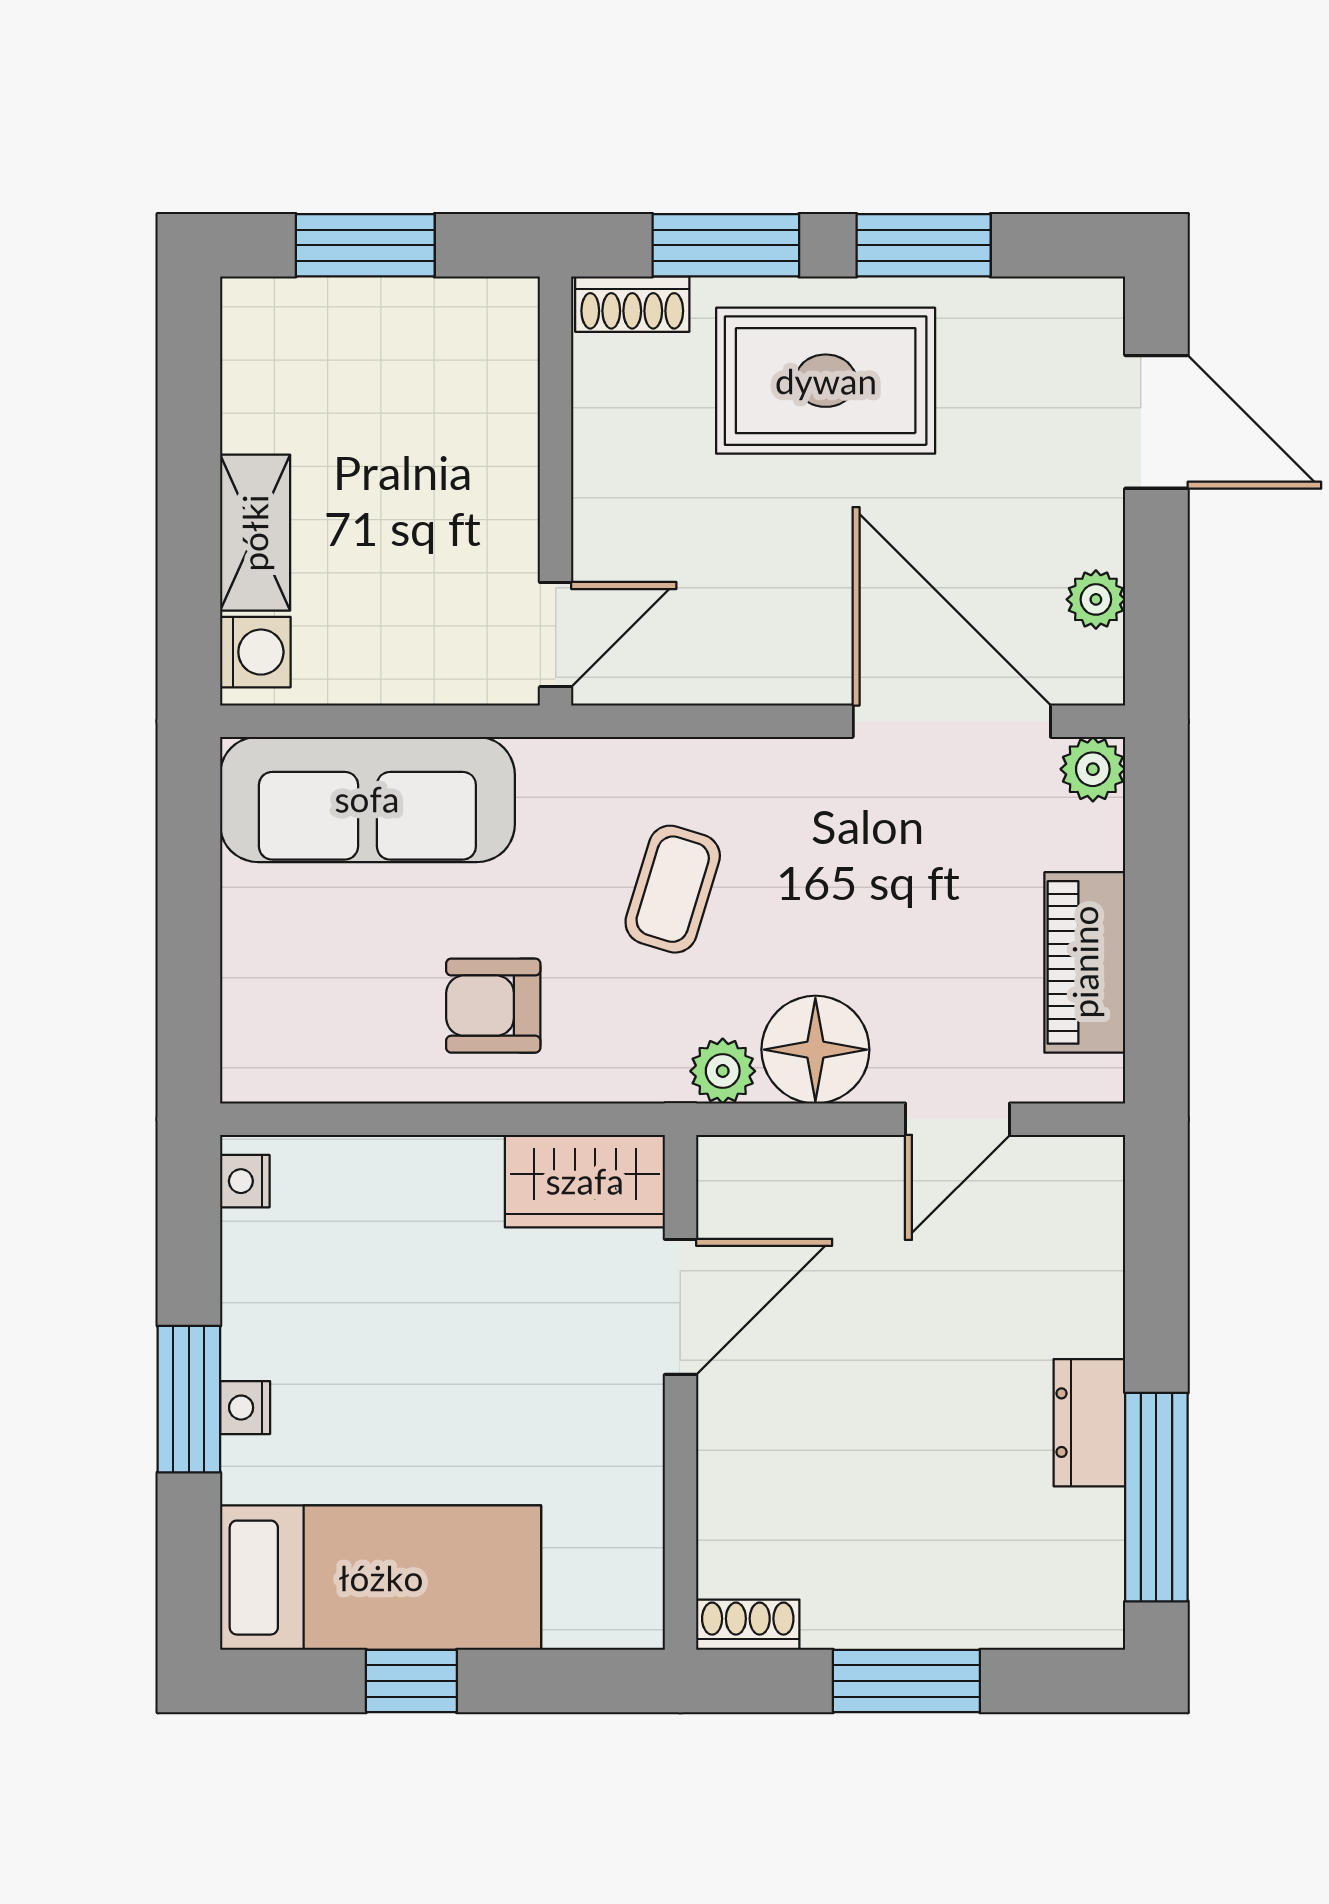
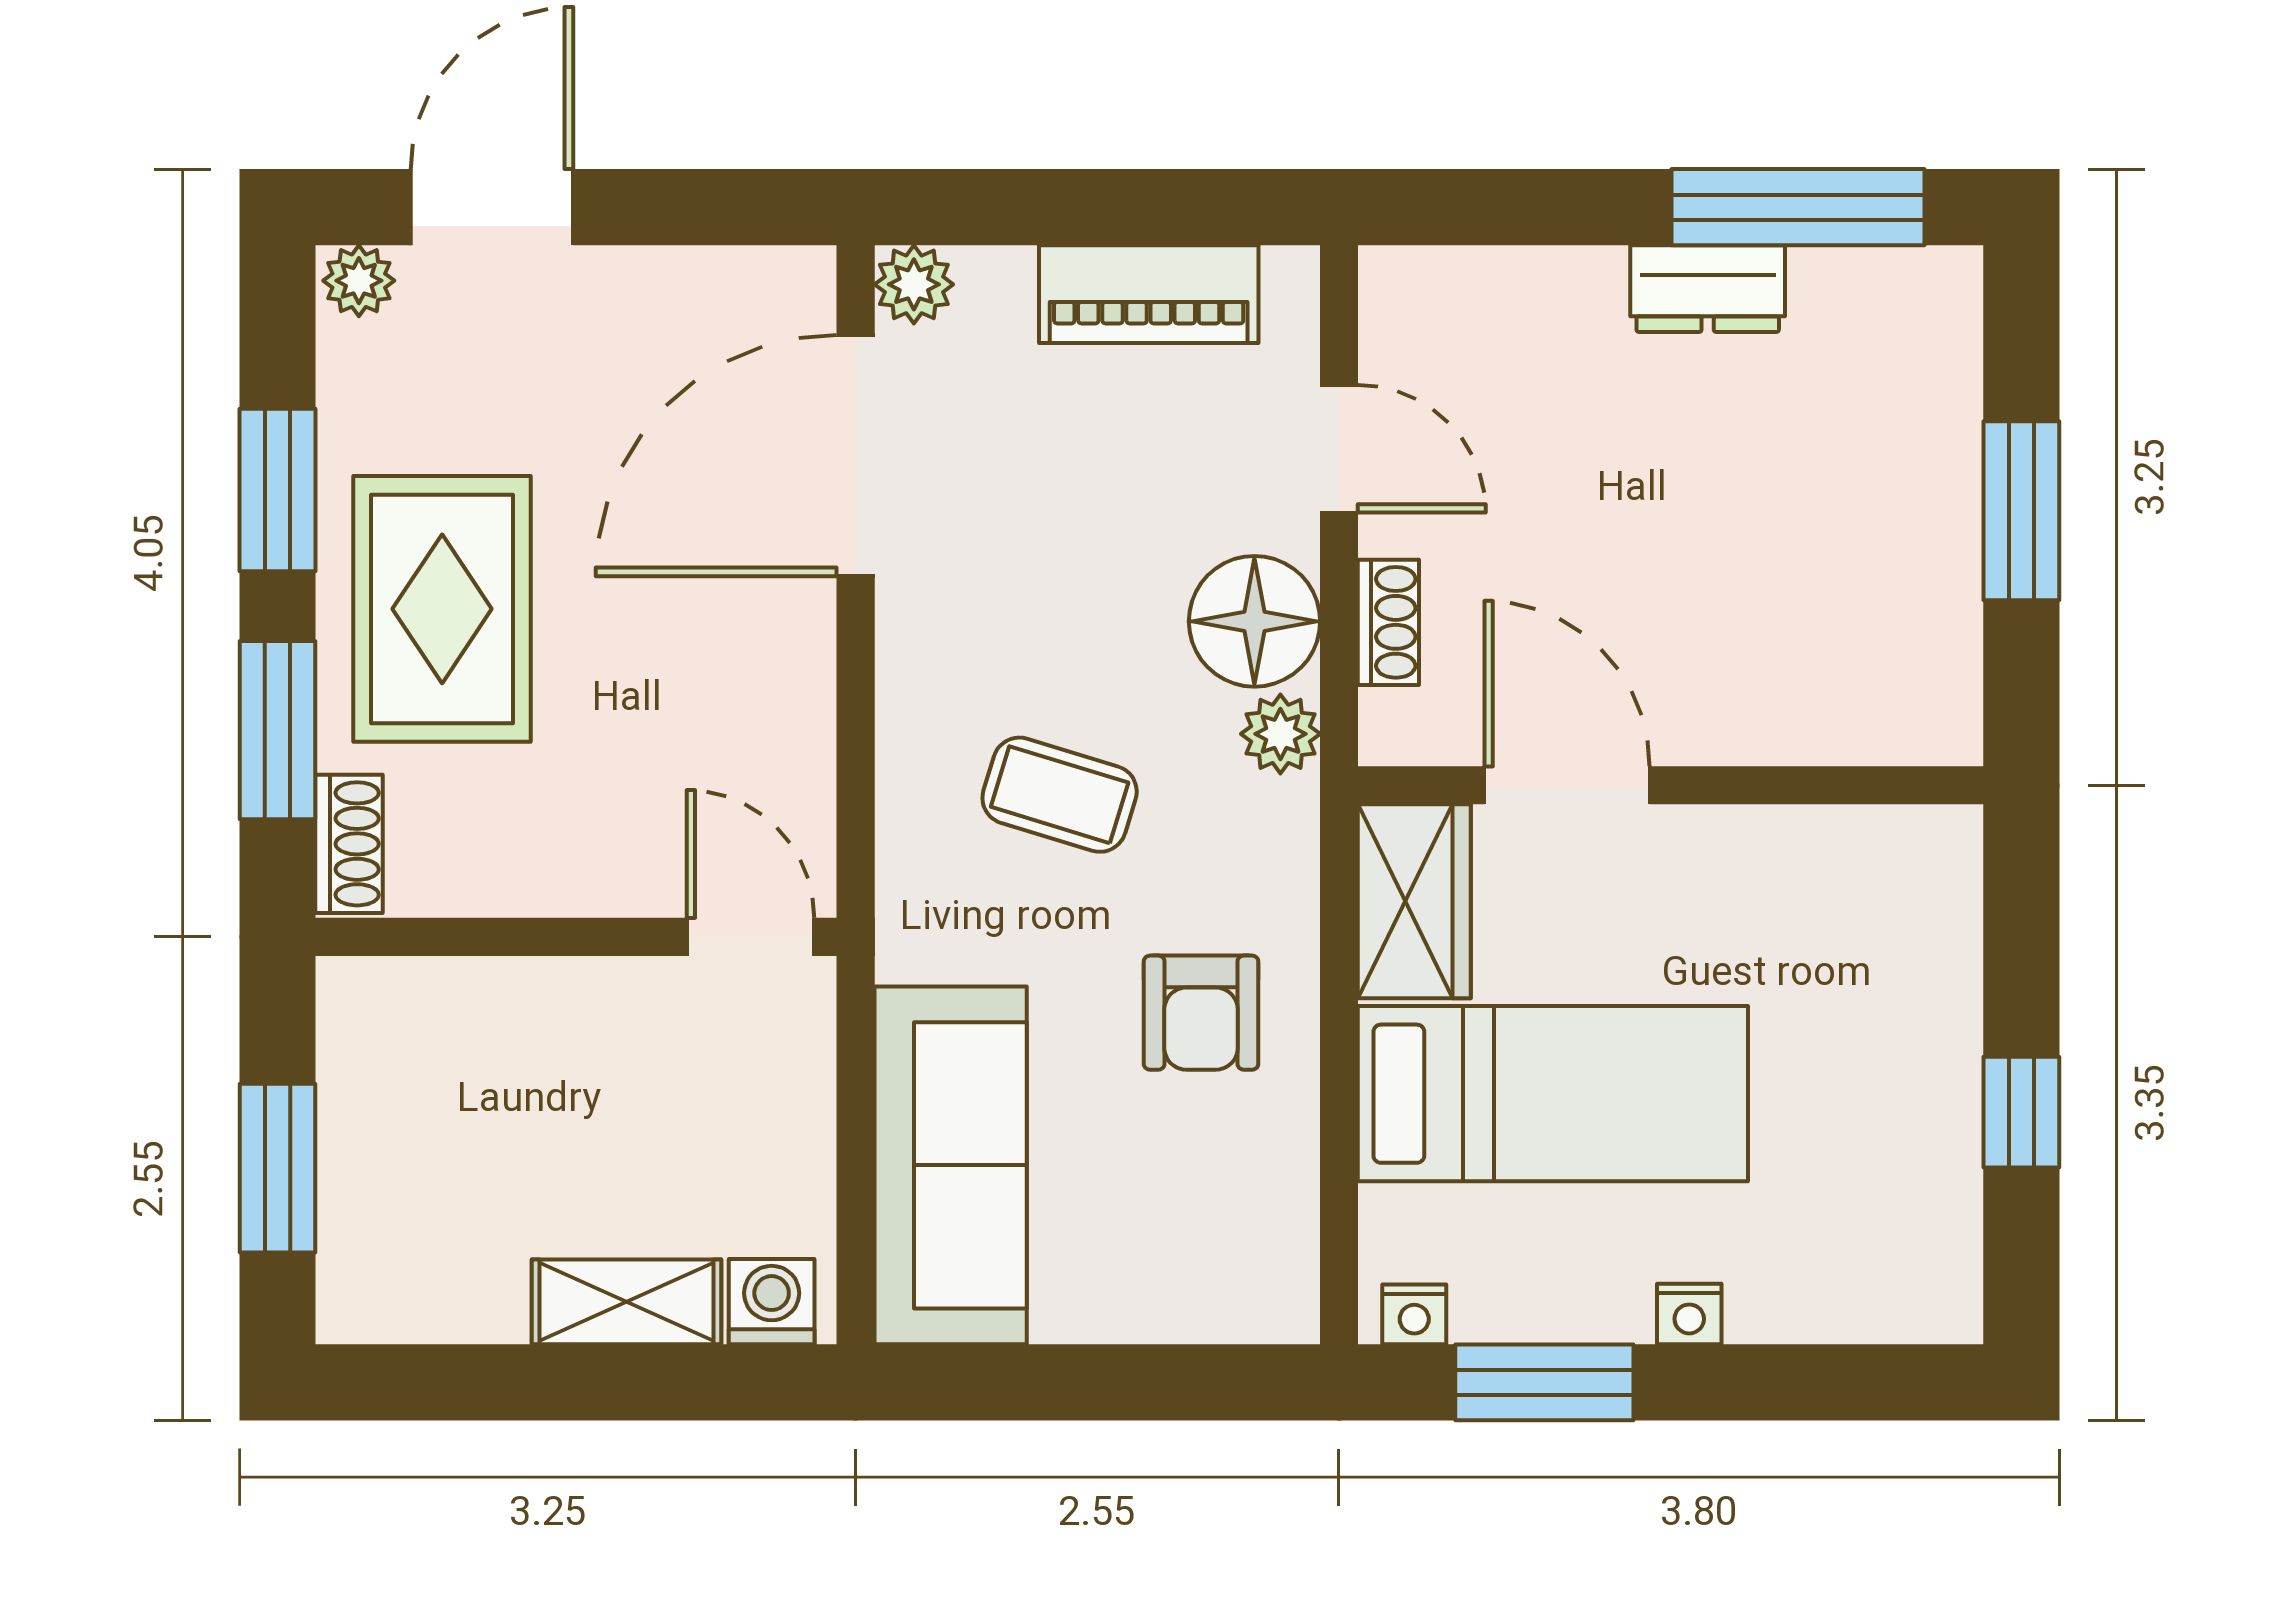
plant: (1096, 599) -> (359, 281), moved
window: (189, 1399) -> (1544, 1382), moved
bed: (381, 1578) -> (1553, 1094), moved, turned 90
shoe rack: (748, 1625) -> (1388, 622), moved, turned 180

